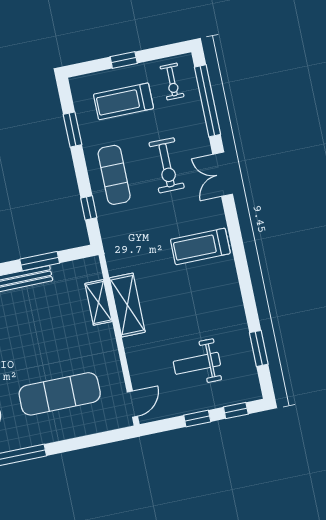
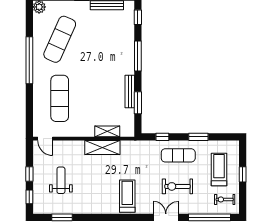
window: (73, 130) -> (198, 137), moved

